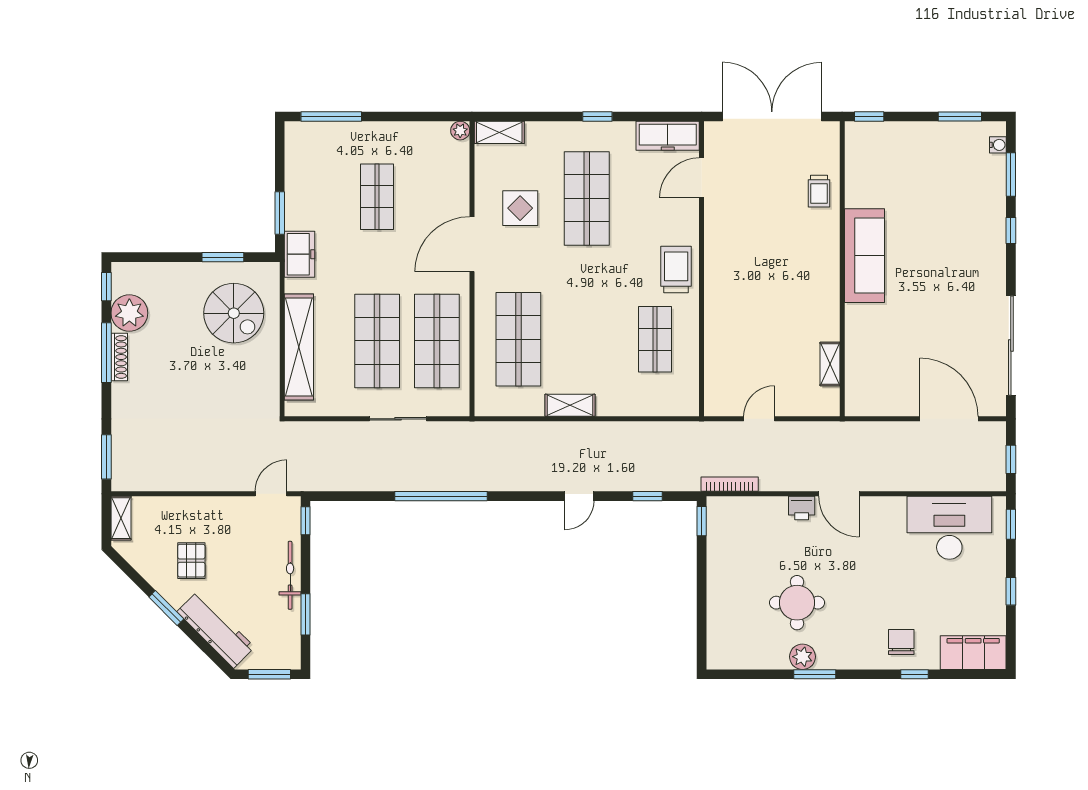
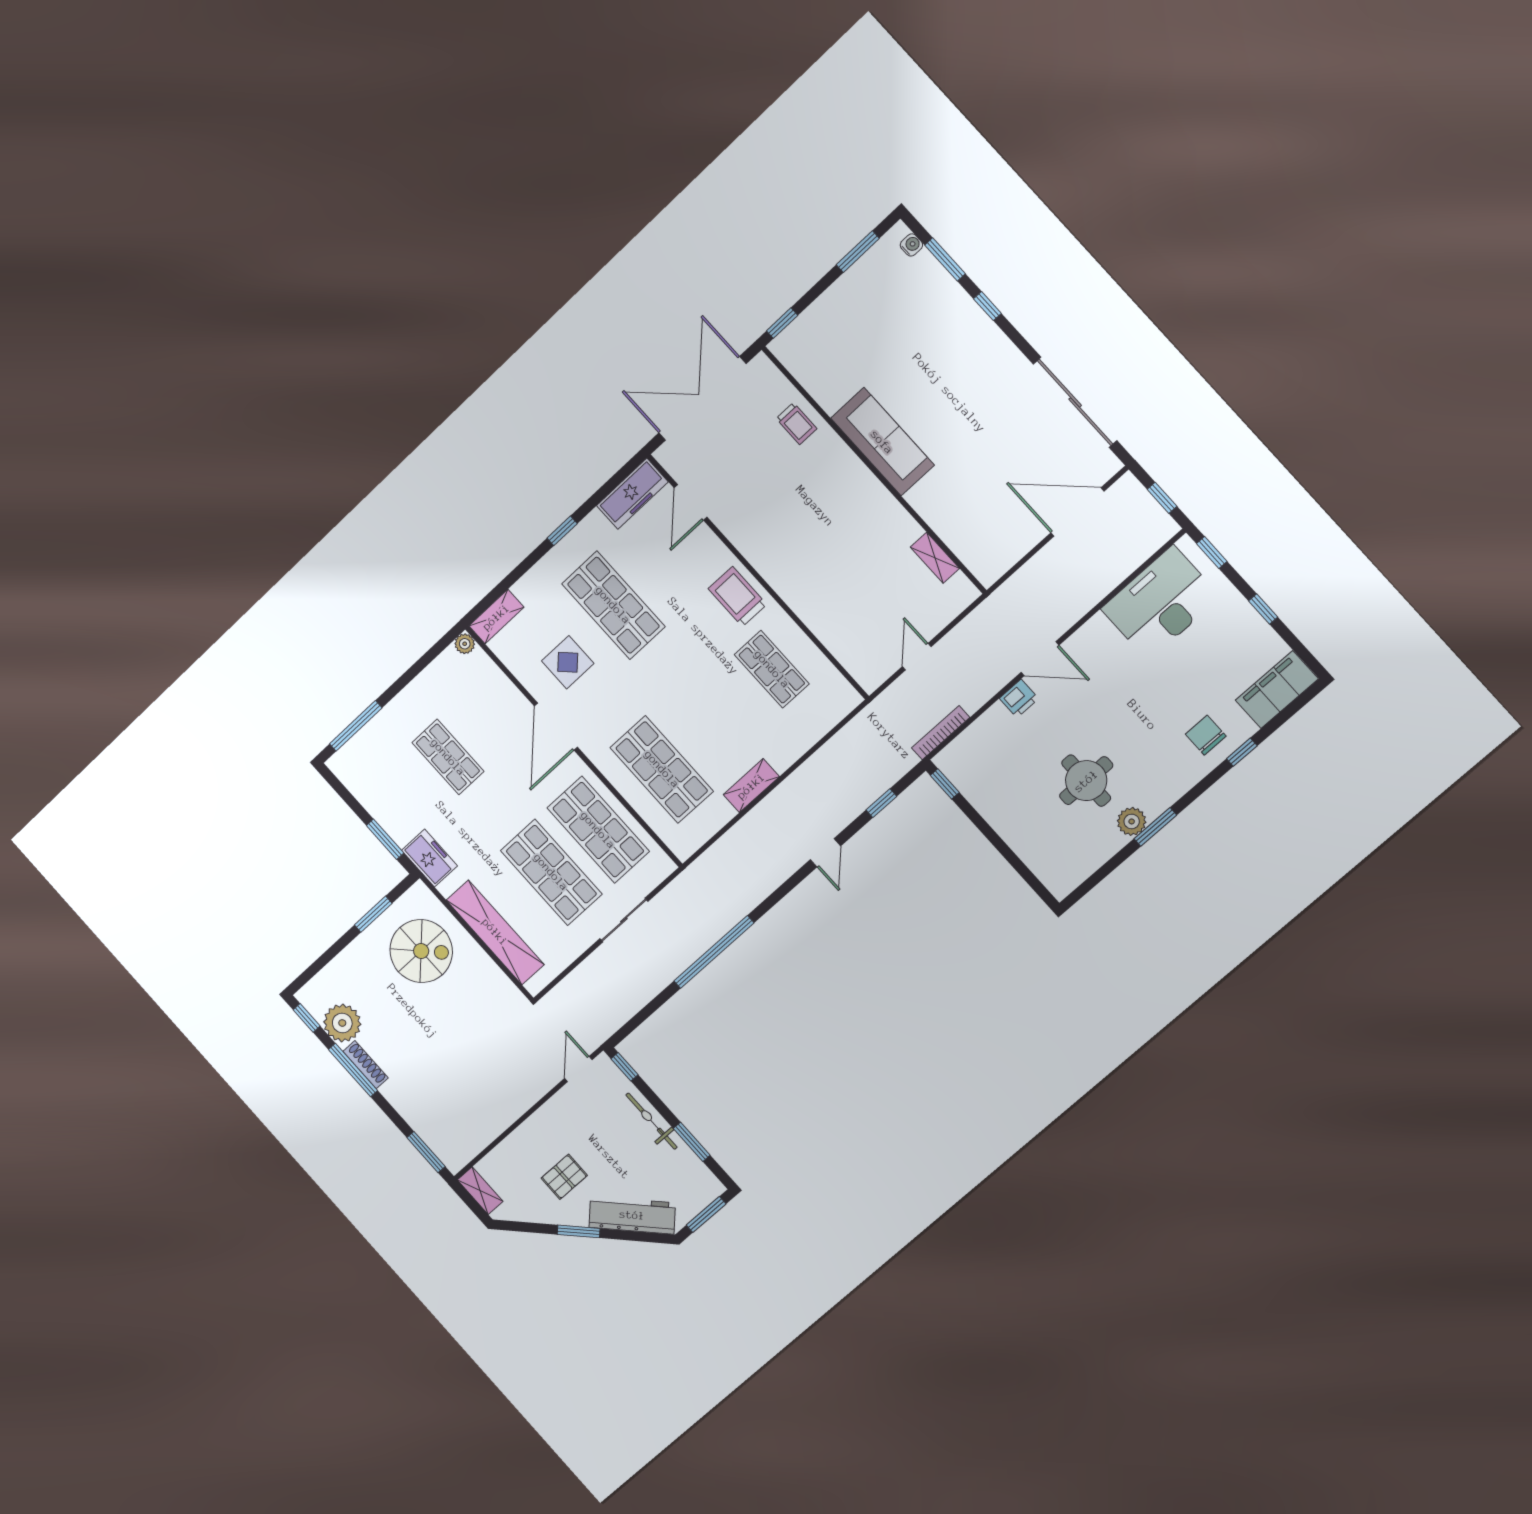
pallet: (191, 561) -> (564, 1177), turned 90

